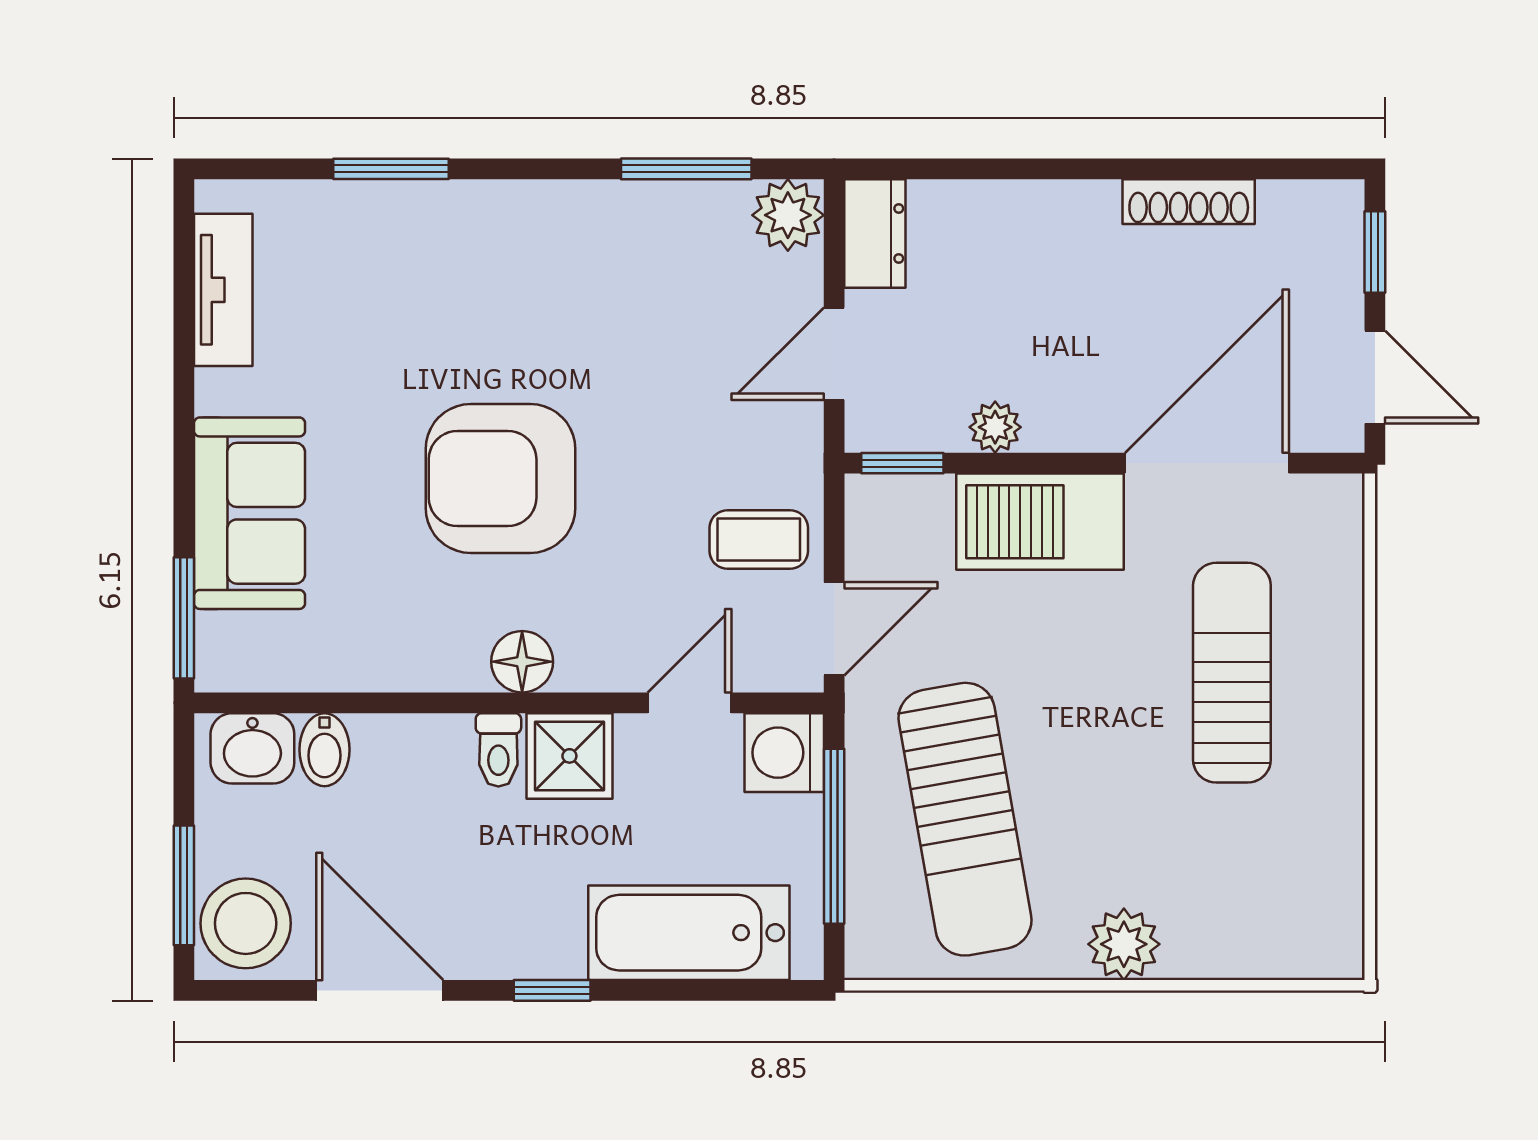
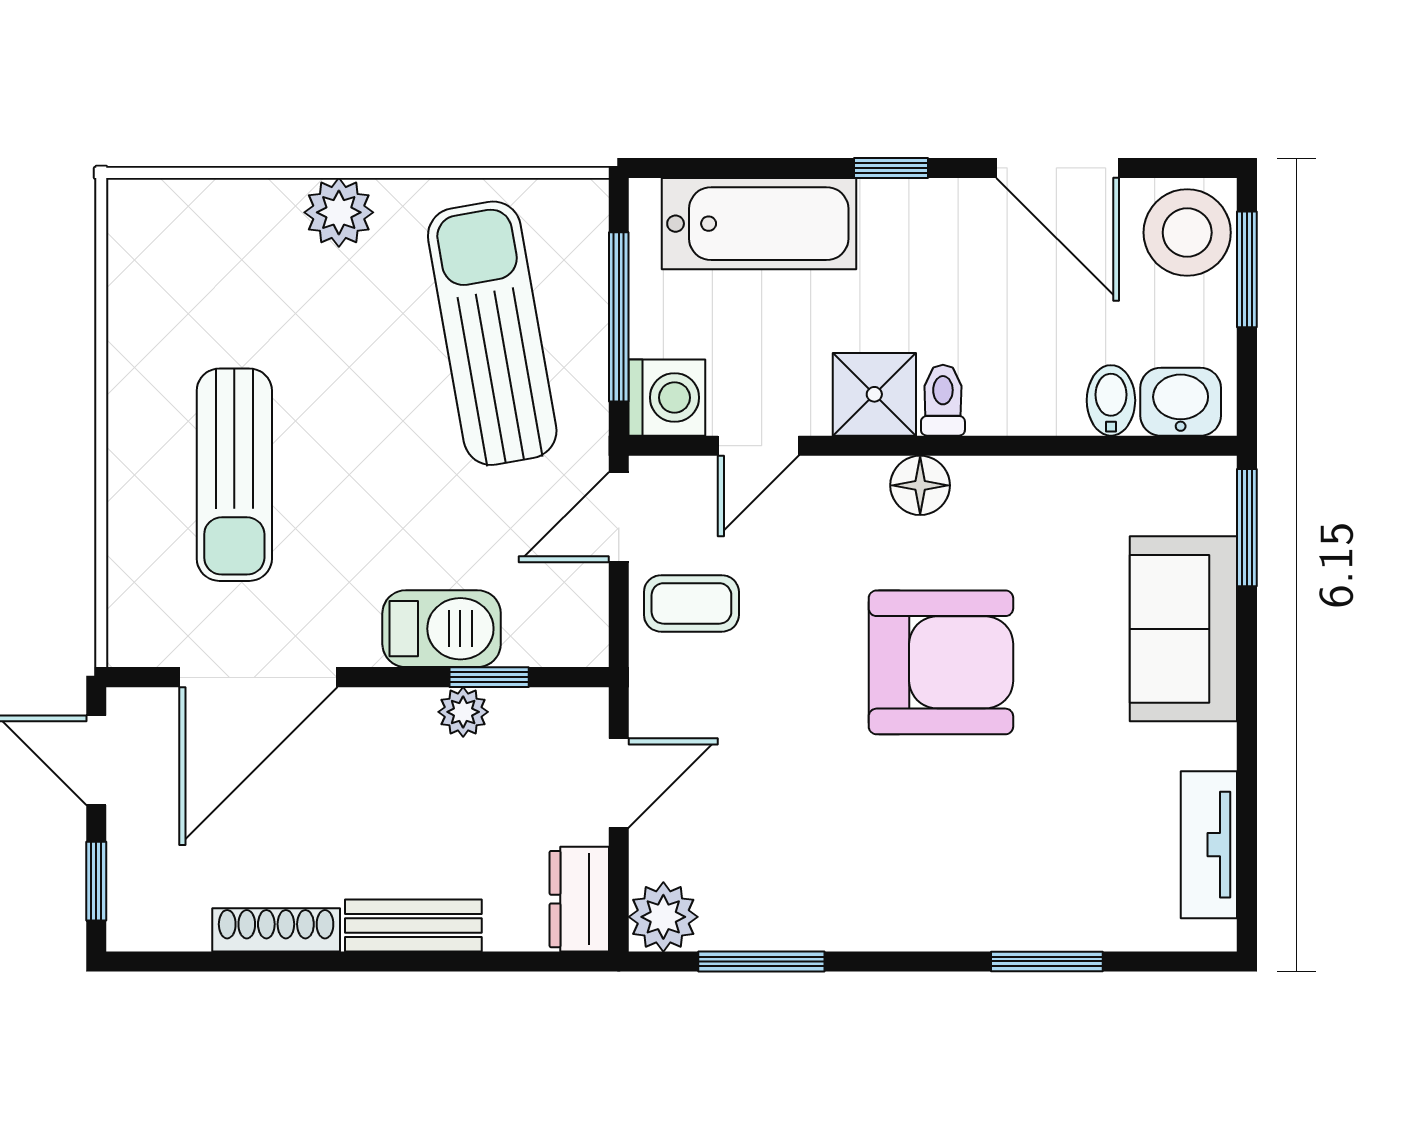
bench: (1047, 206) -> (413, 926), added
window: (902, 463) -> (489, 677), moved
barbecue: (1040, 522) -> (442, 629), width x0.73, depth x0.83

